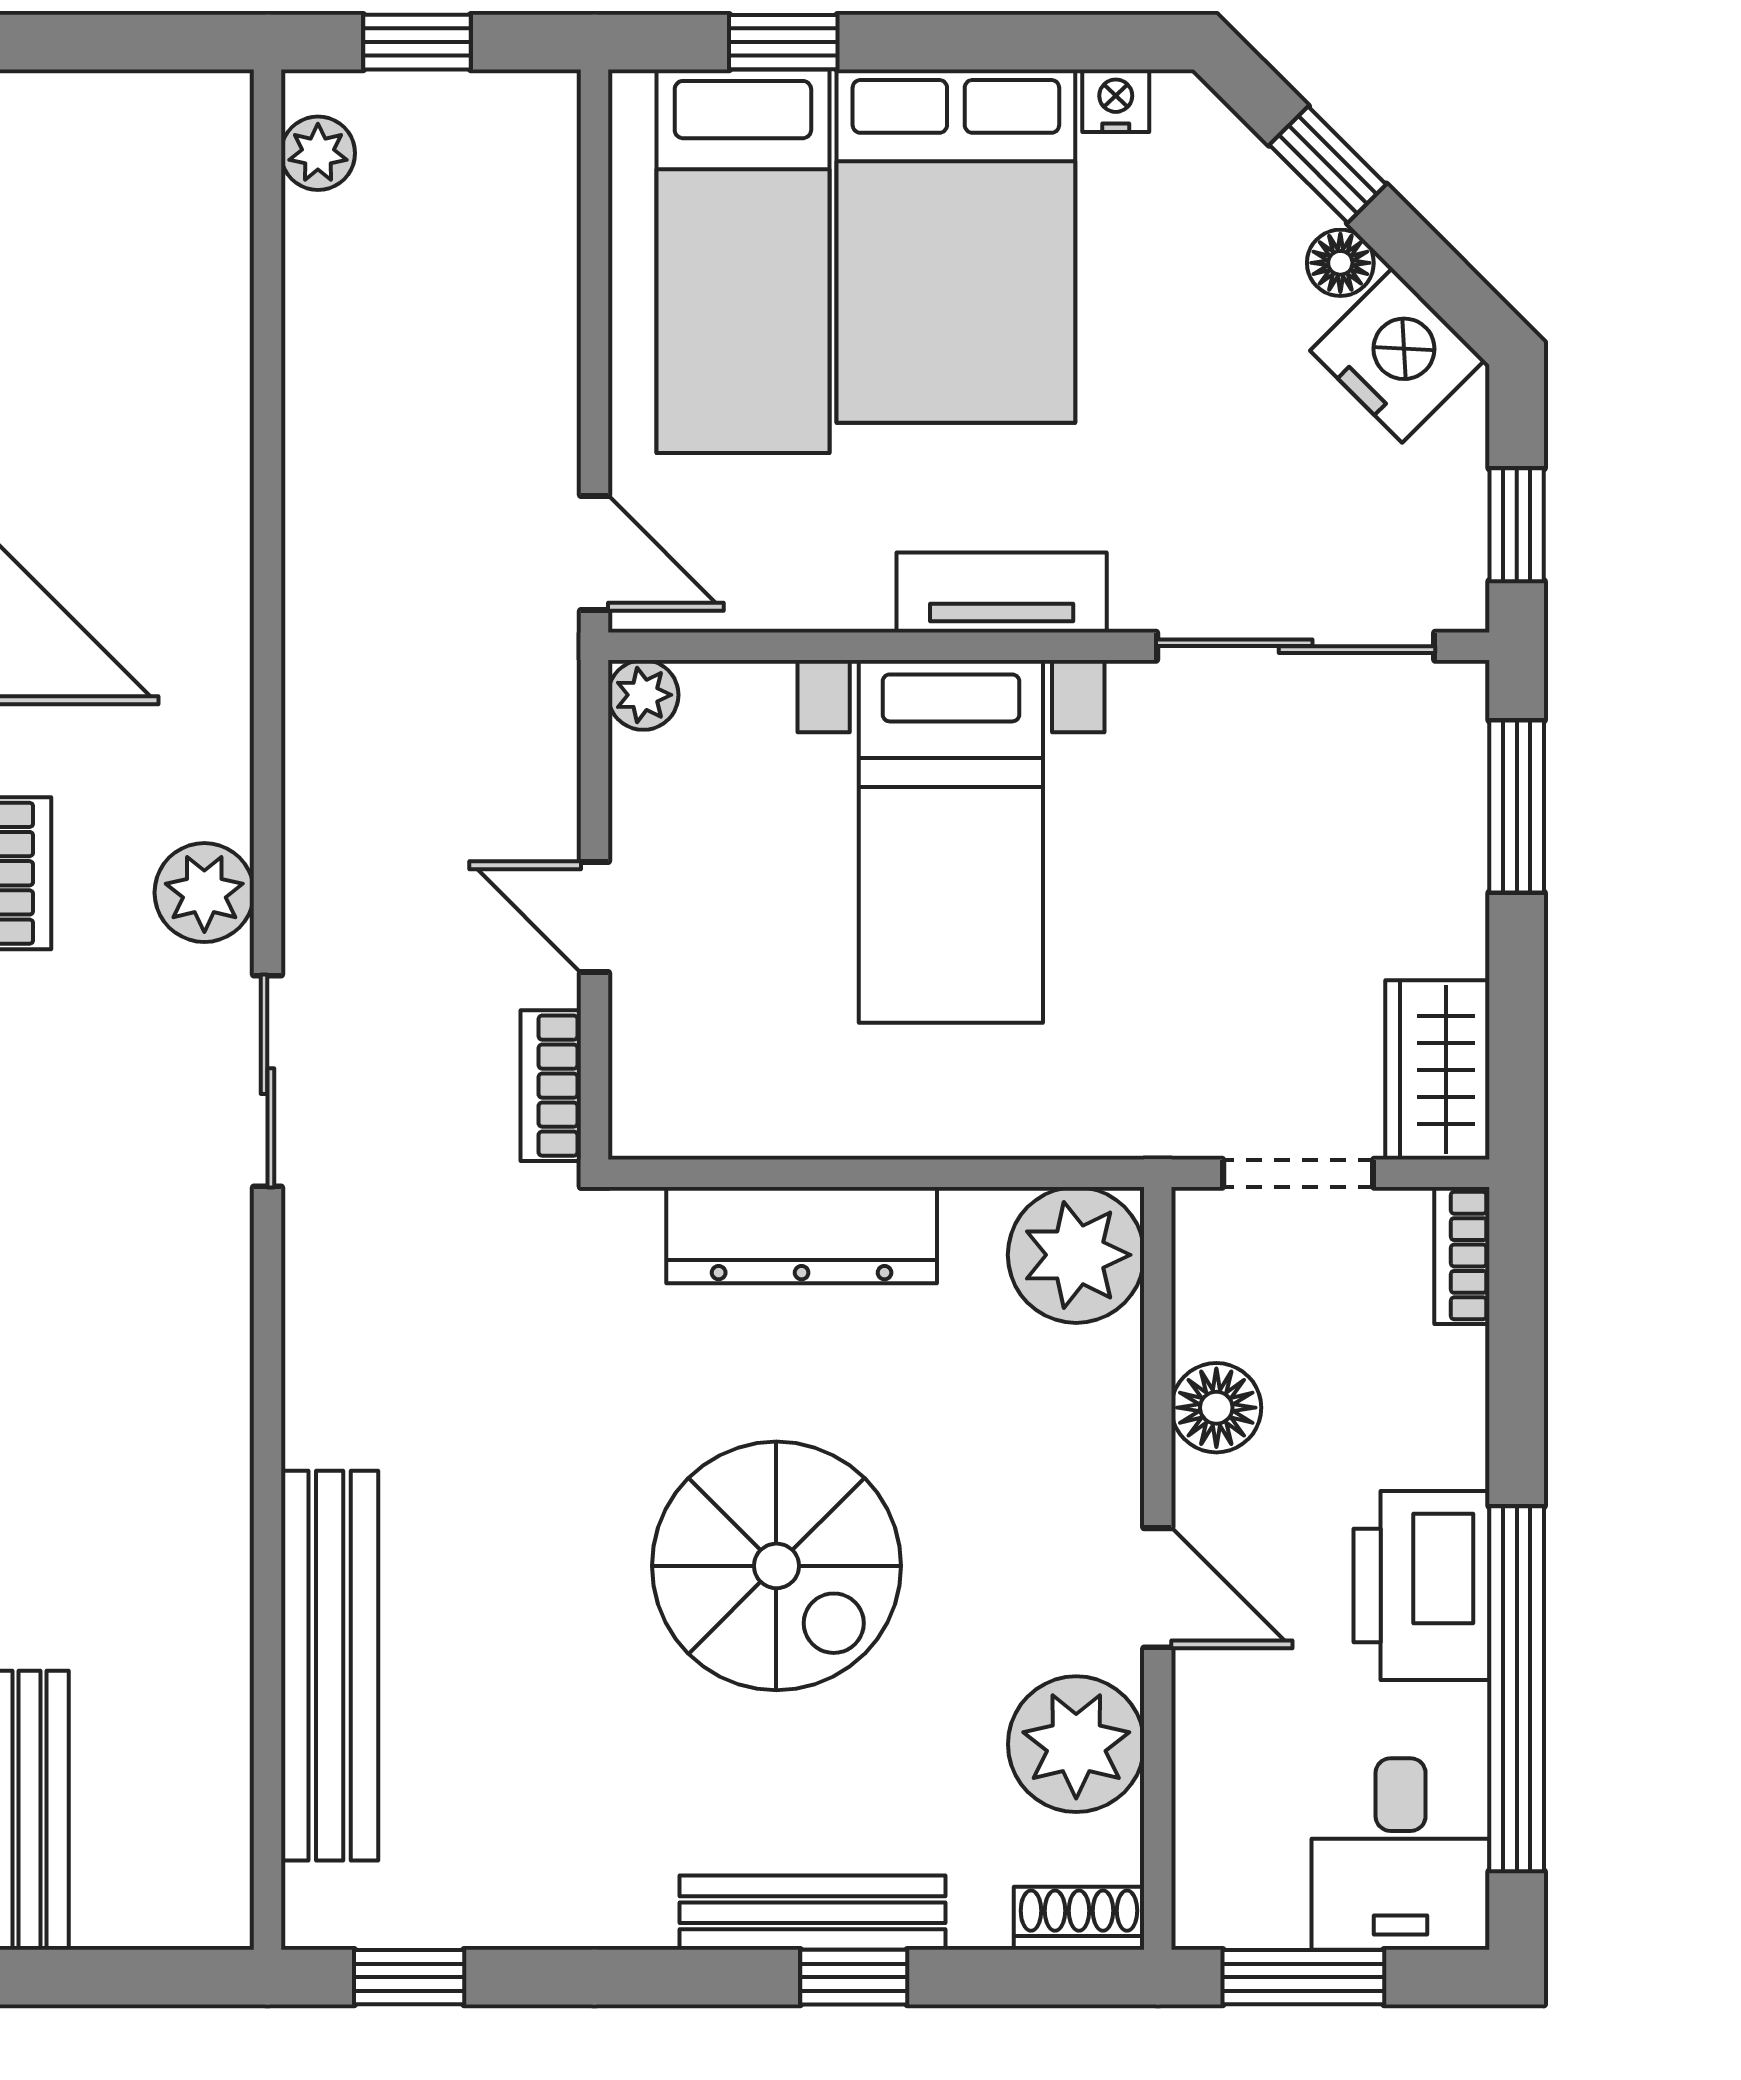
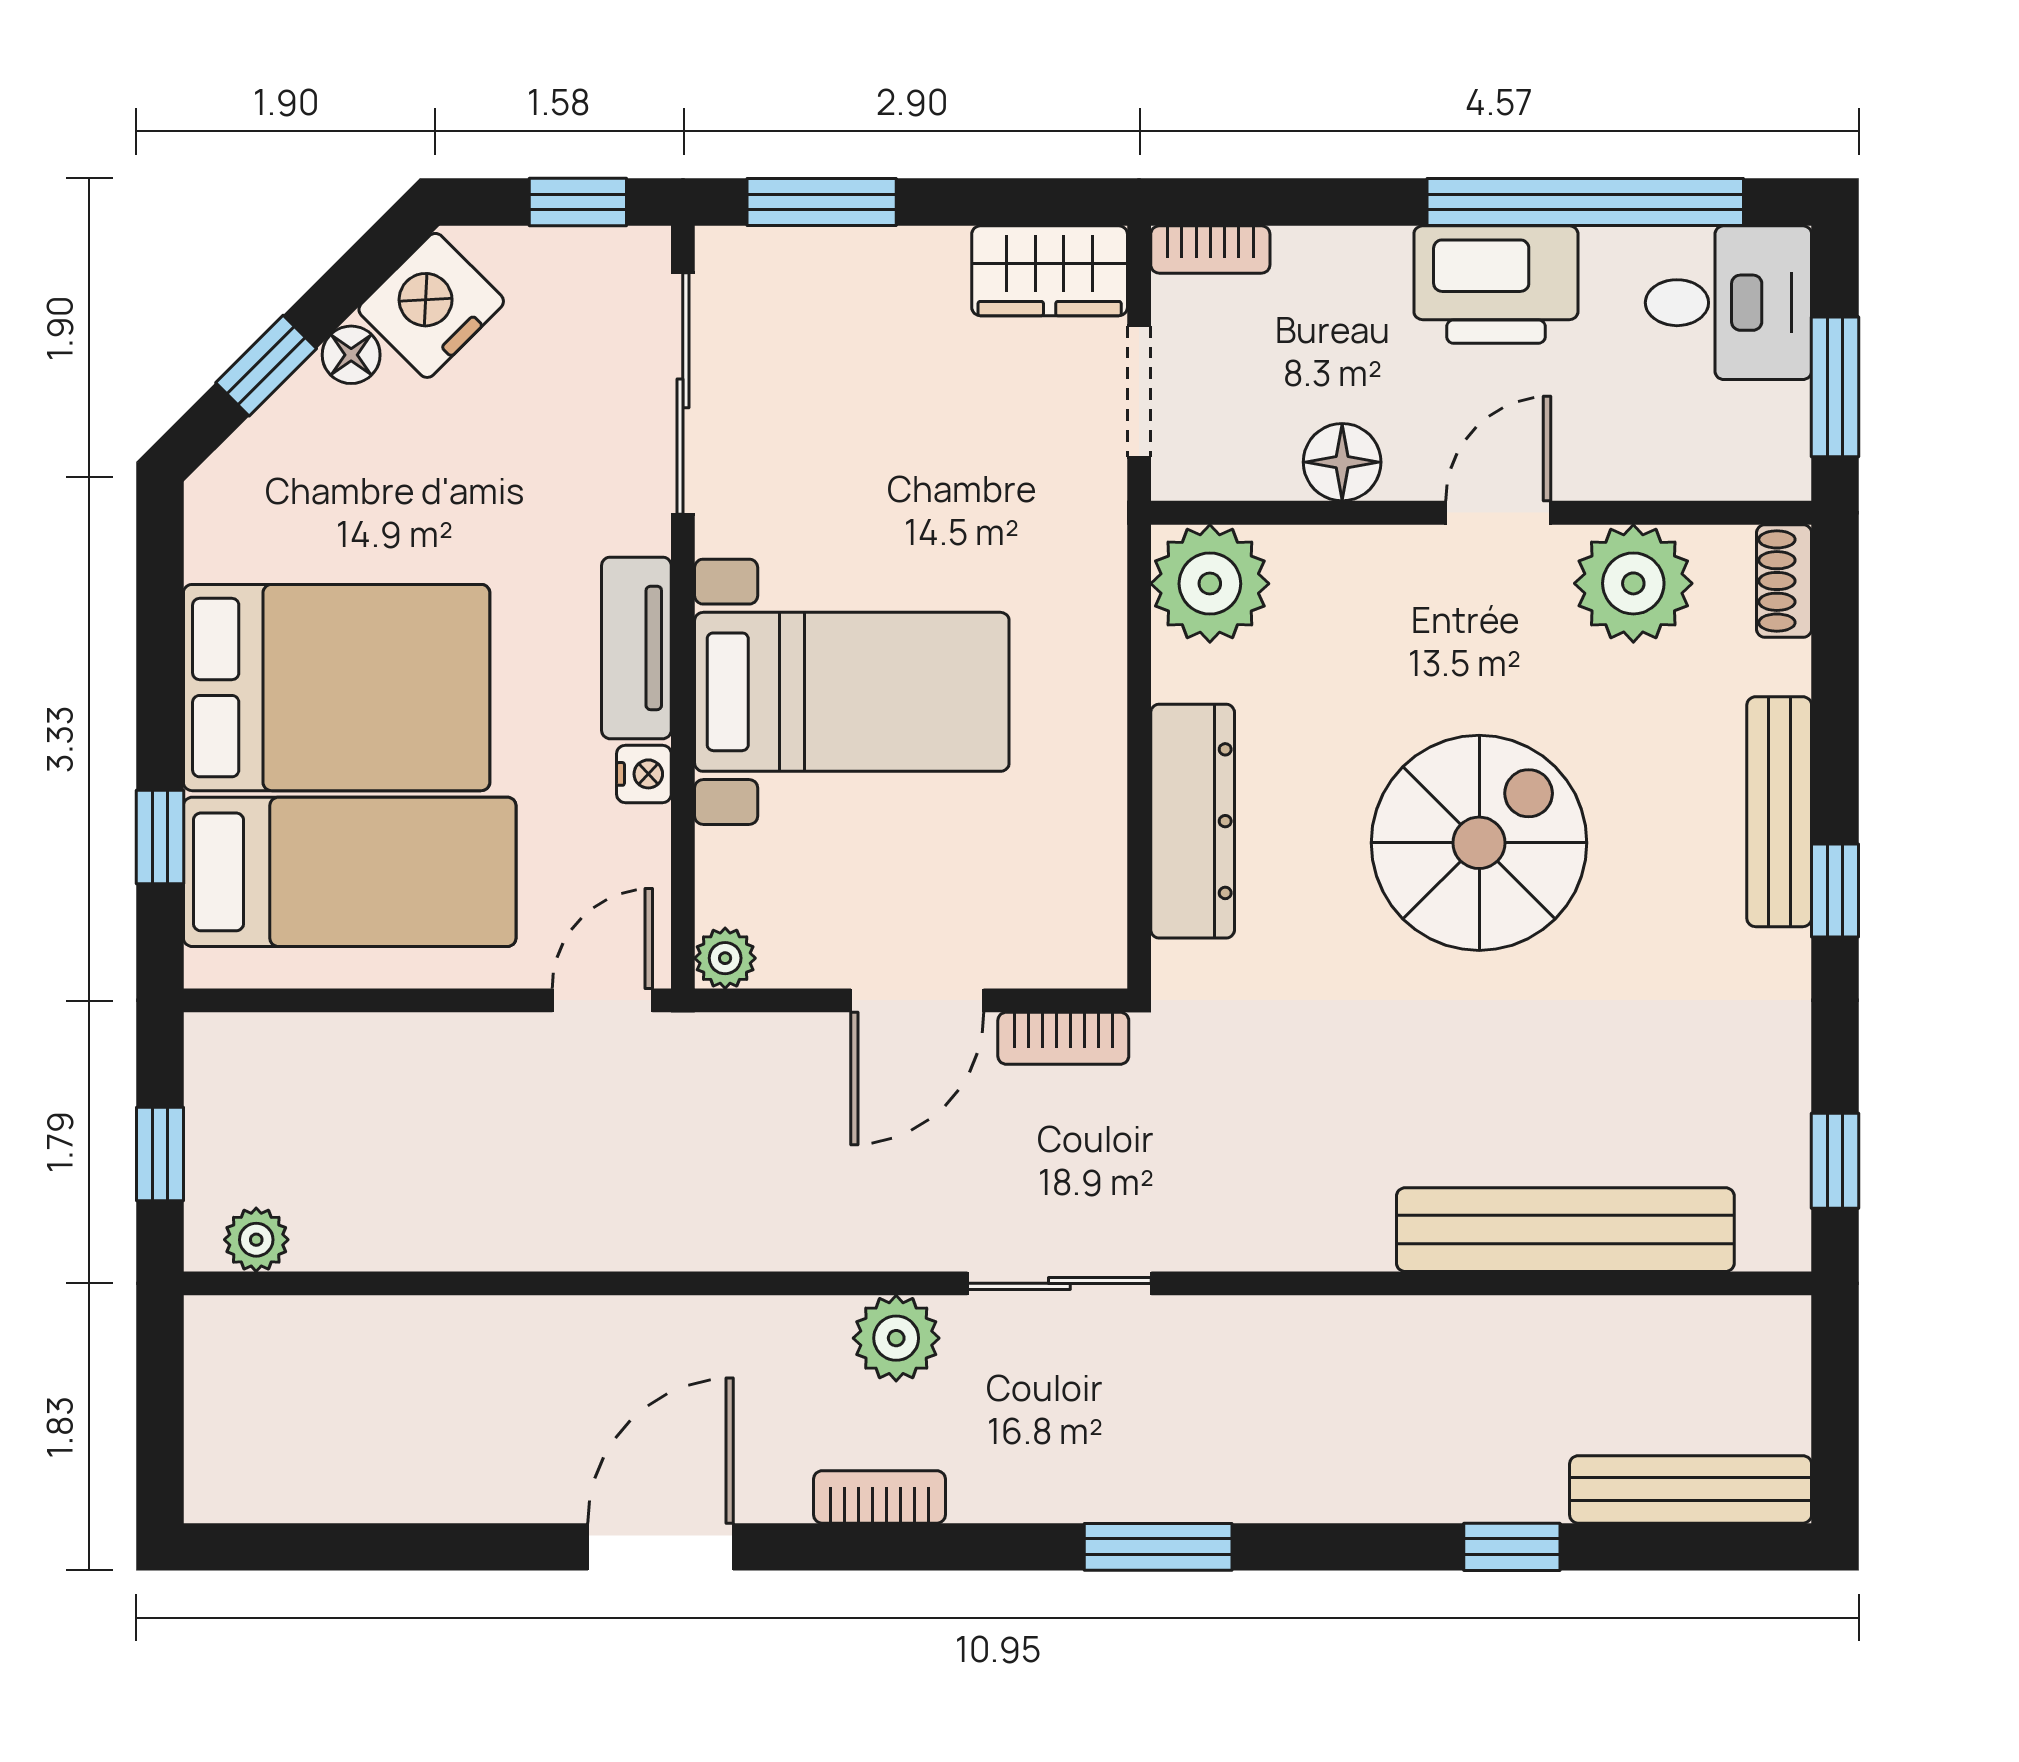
nightstand: (1116, 101) -> (644, 774), moved, turned 180
door: (595, 917) -> (917, 1000), width x1.38
window: (854, 1977) -> (1835, 890), moved

